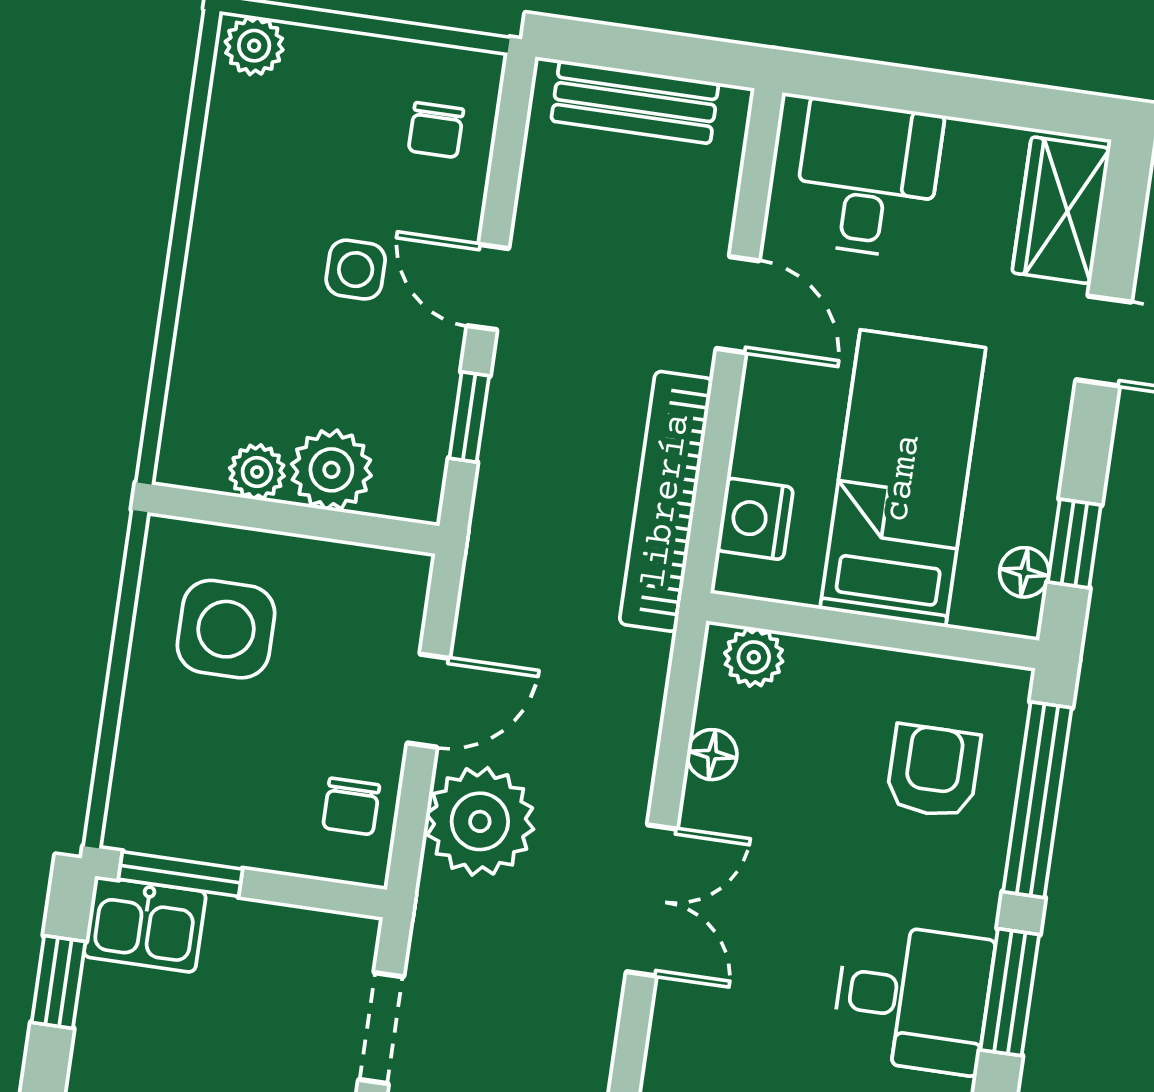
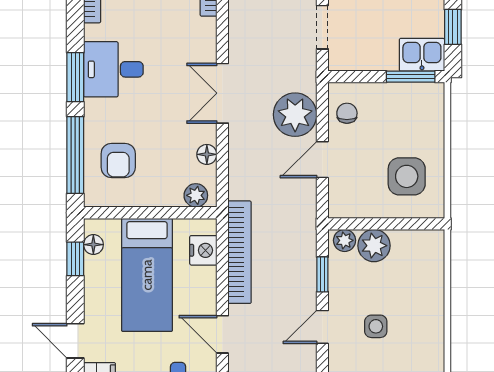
door: (488, 287) -> (322, 327), swing flipped
plant: (257, 472) -> (345, 240), moved

